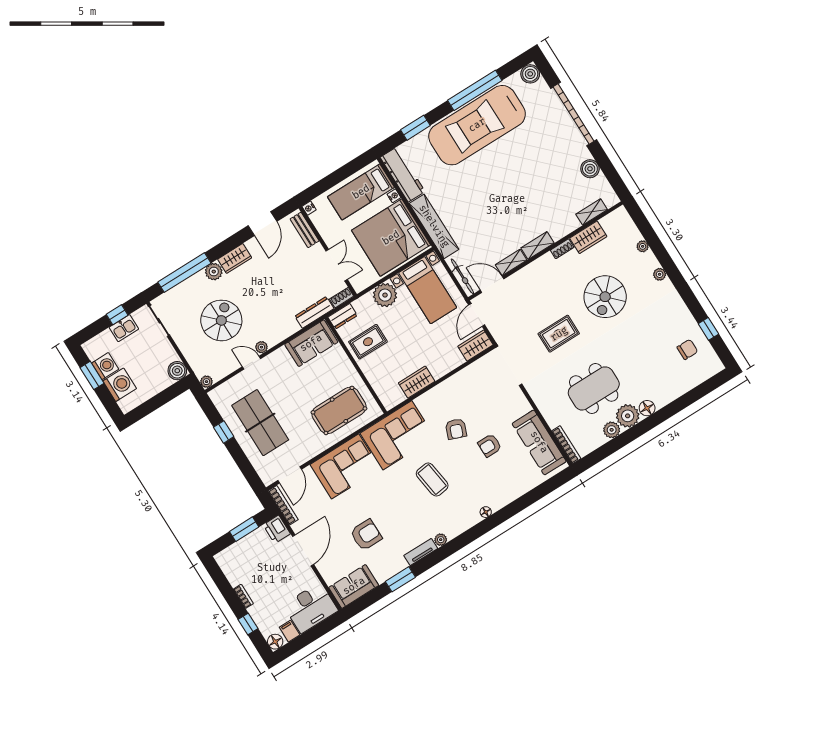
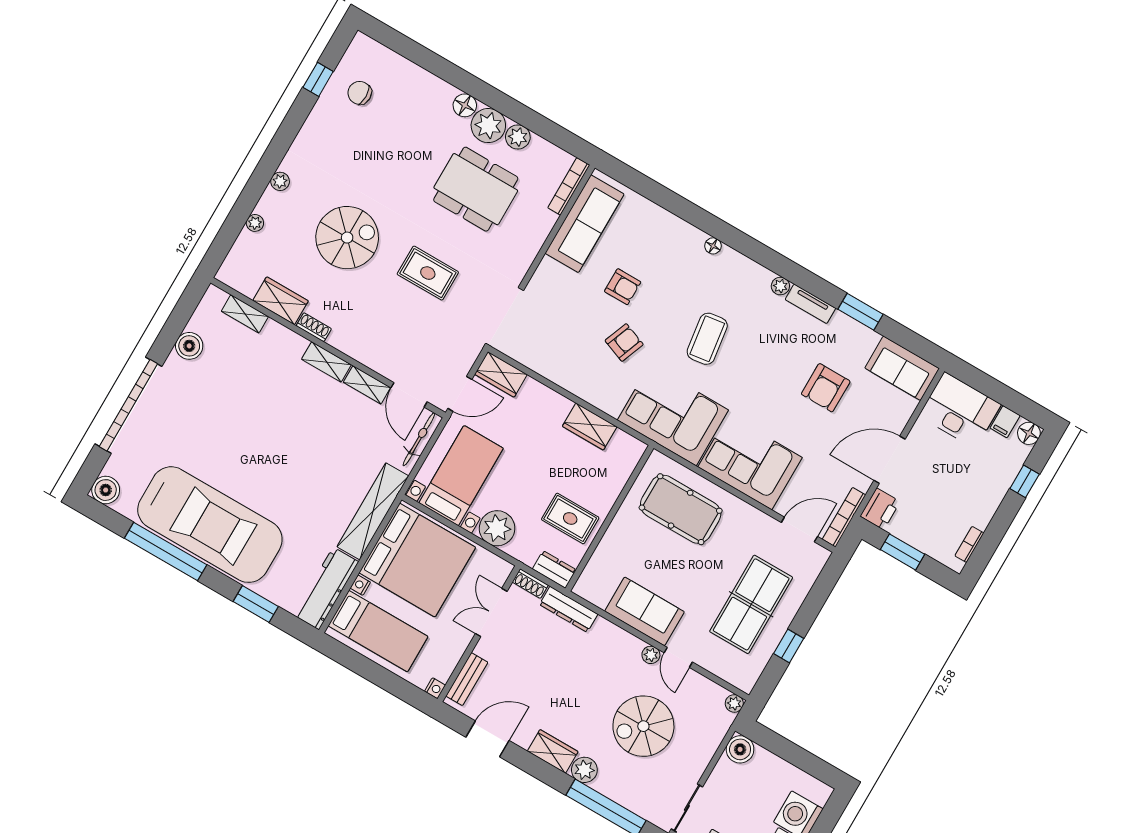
sofa: (311, 343) -> (645, 611), moved
armchair: (366, 535) -> (826, 388), turned -90
bookcase: (243, 596) -> (969, 544), moved

